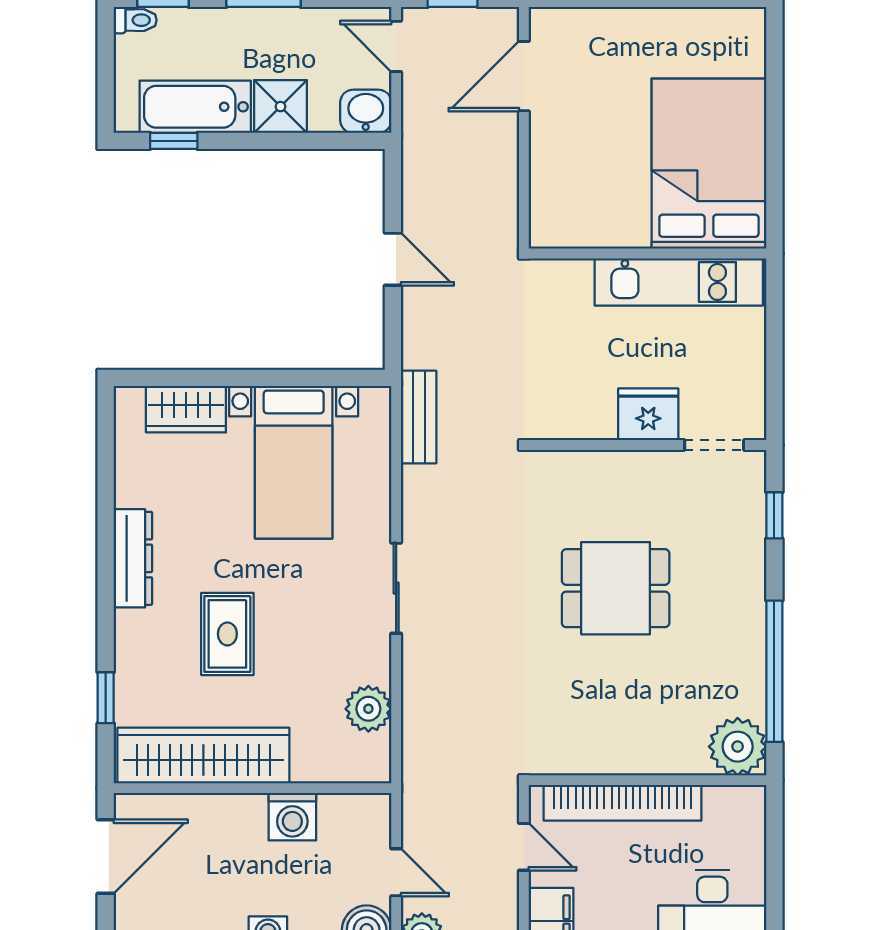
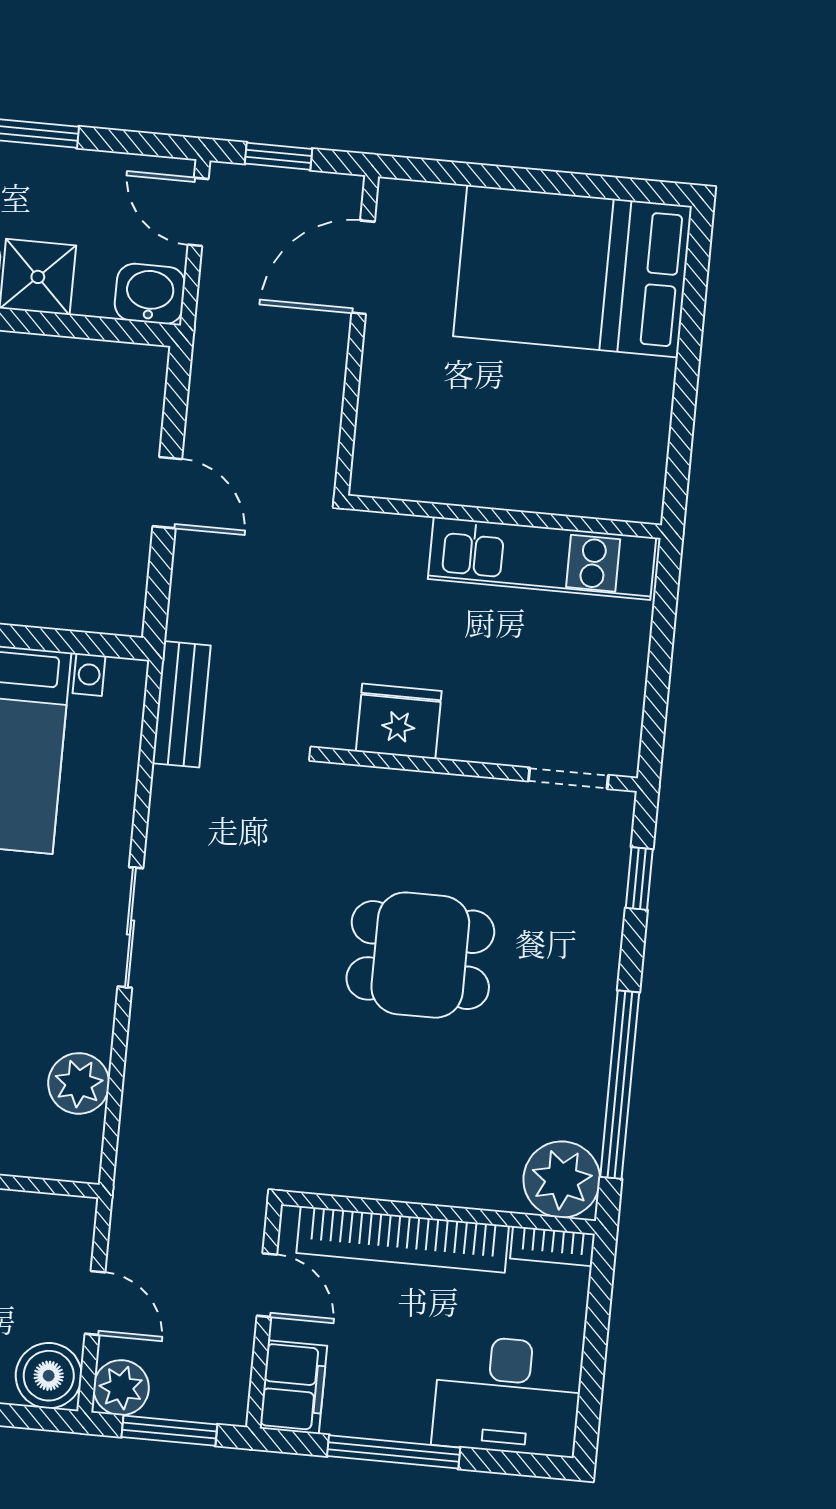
bed: (709, 164) -> (573, 271), moved, turned -90
fridge: (648, 414) -> (399, 721), moved
bookcase: (735, 797) -> (553, 1246), added

